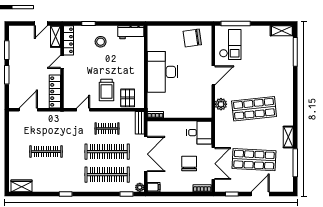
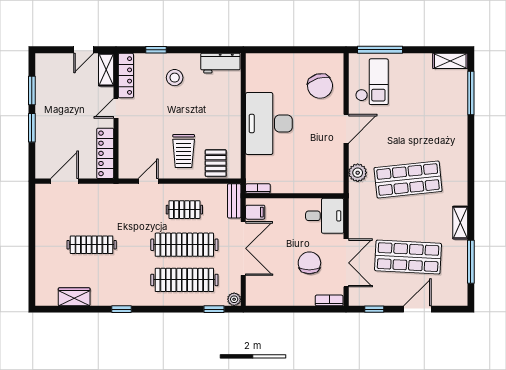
chair: (192, 38) -> (320, 86), moved, turned -99
wardrobe: (22, 186) -> (74, 297), moved
filing cabinet: (154, 187) -> (255, 212), moved

